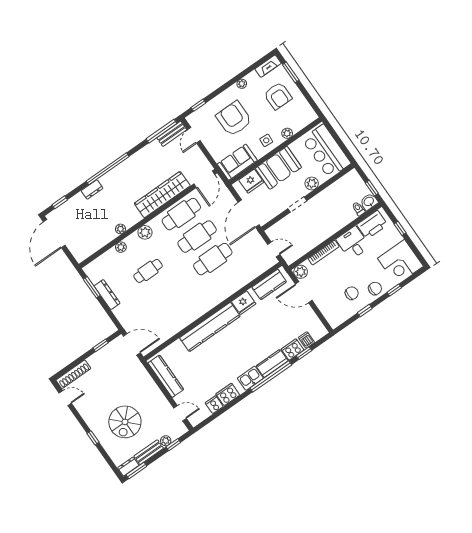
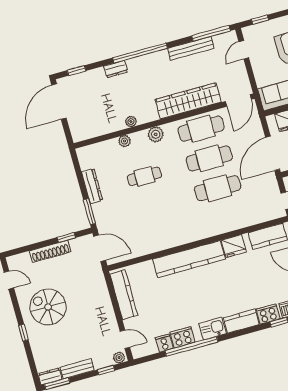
bench: (172, 134) -> (191, 48), moved, width x1.36
window: (92, 287) -> (89, 212), moved
shoe rack: (73, 374) -> (50, 251), moved
window: (271, 376) -> (191, 346), moved
spiral stairs: (125, 422) -> (48, 307), moved, turned 90
plant: (166, 441) -> (119, 358), moved

